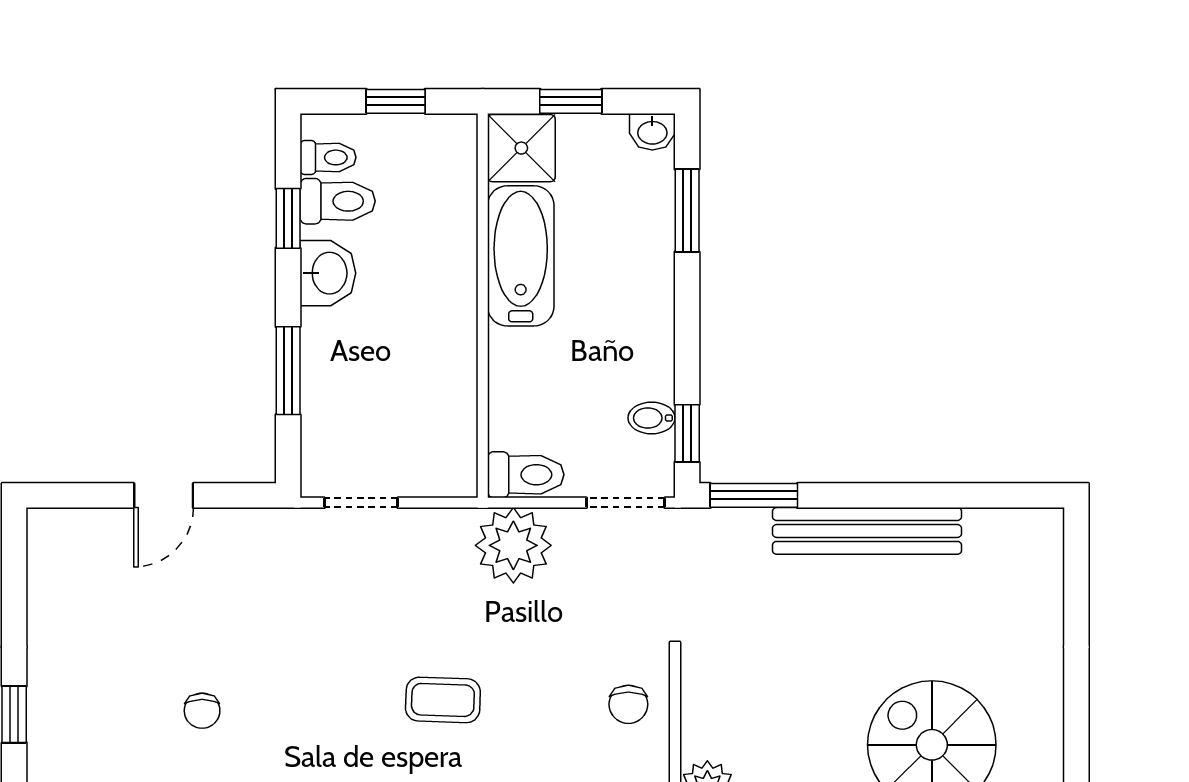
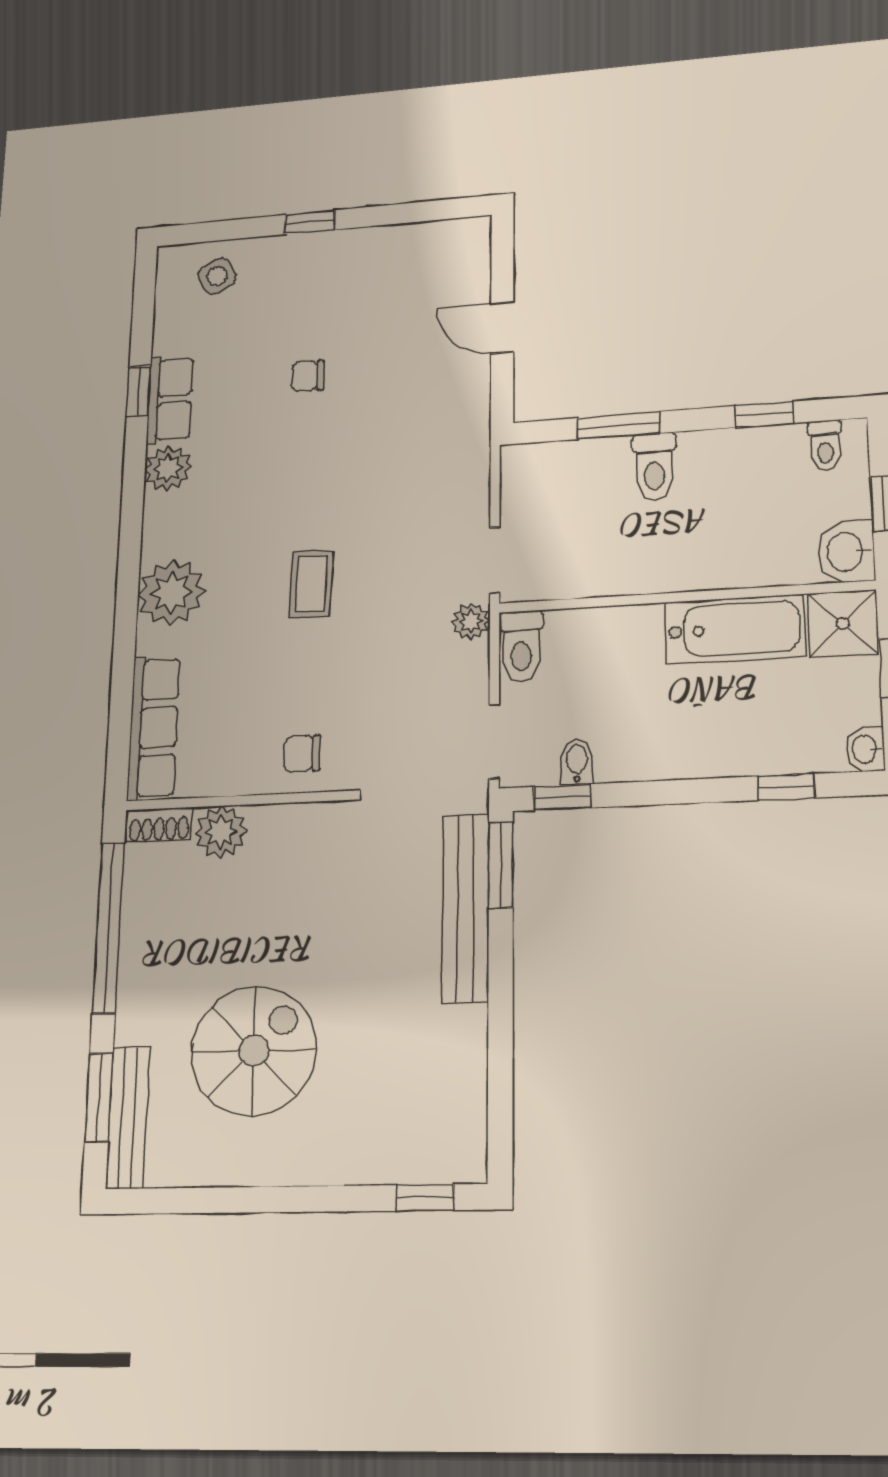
toilet: (338, 201) -> (654, 467), moved
window: (687, 210) -> (786, 787), width x0.67
washbasin: (328, 273) -> (846, 552), moved, turned 90
doorway: (361, 503) -> (495, 560), moved
bench: (867, 531) -> (466, 908), moved
plant: (513, 545) -> (471, 622), width x0.53, depth x0.53
window: (1076, 569) -> (425, 1198), added

